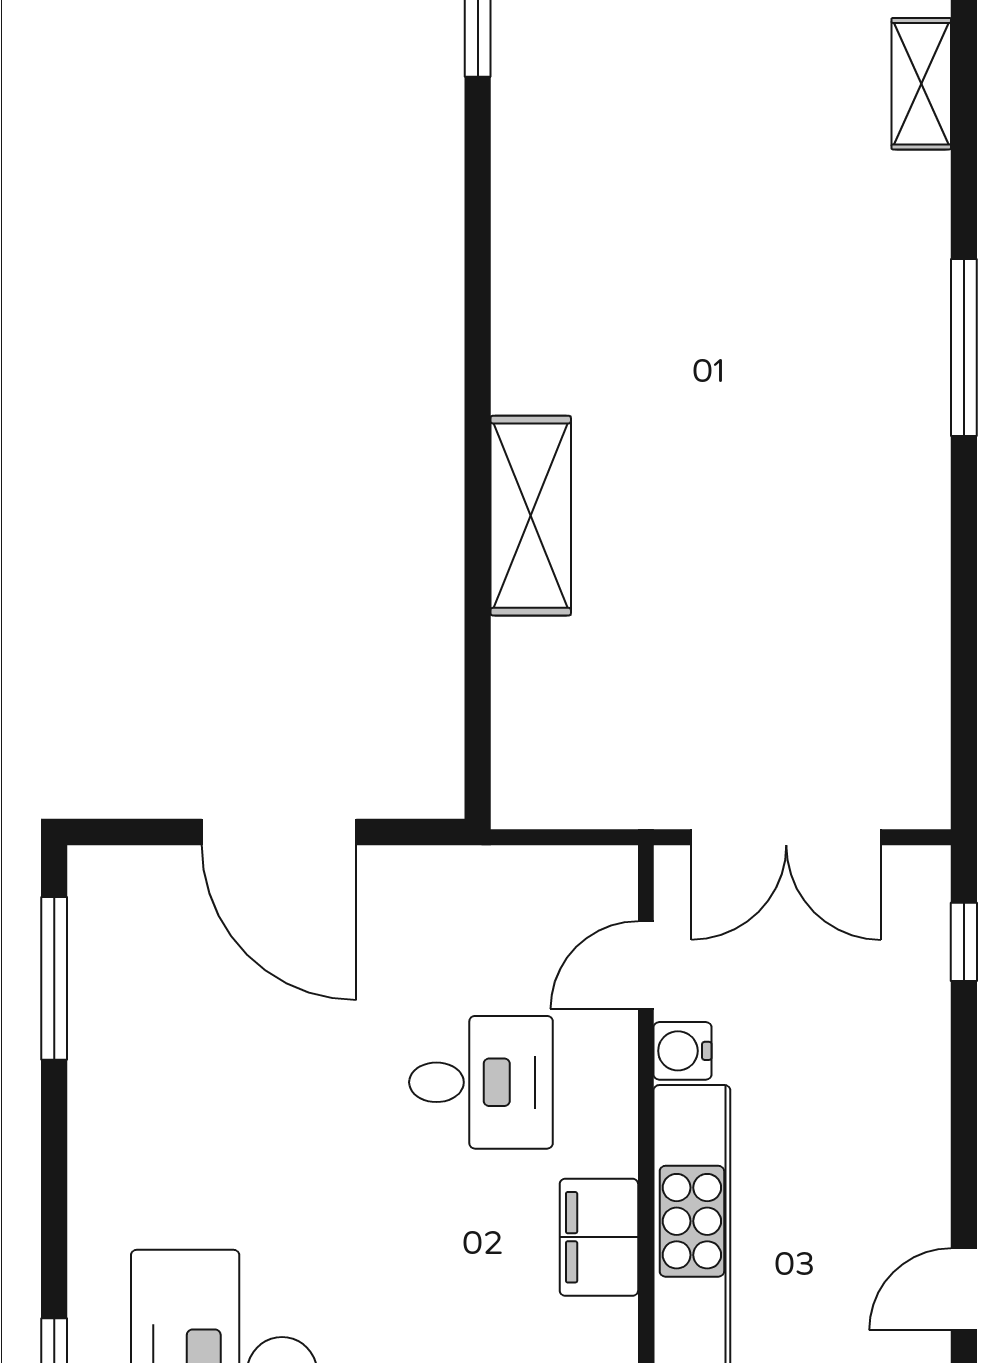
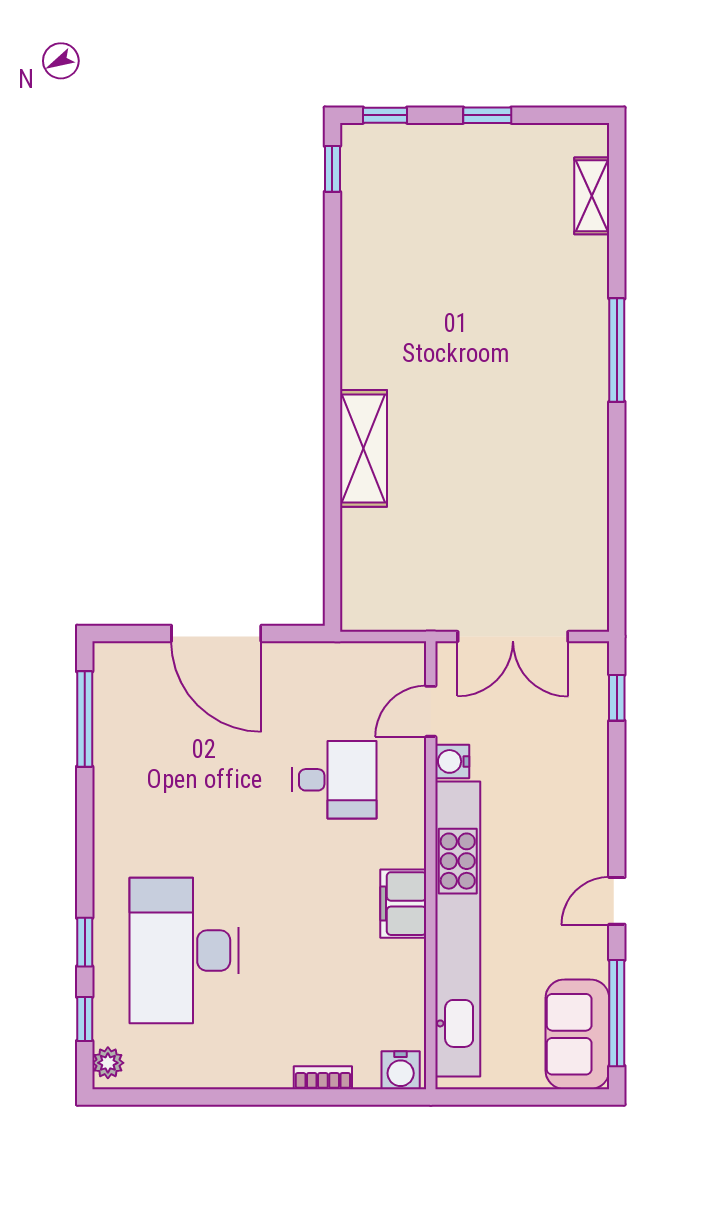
filing cabinet: (599, 1237) -> (403, 904), moved

